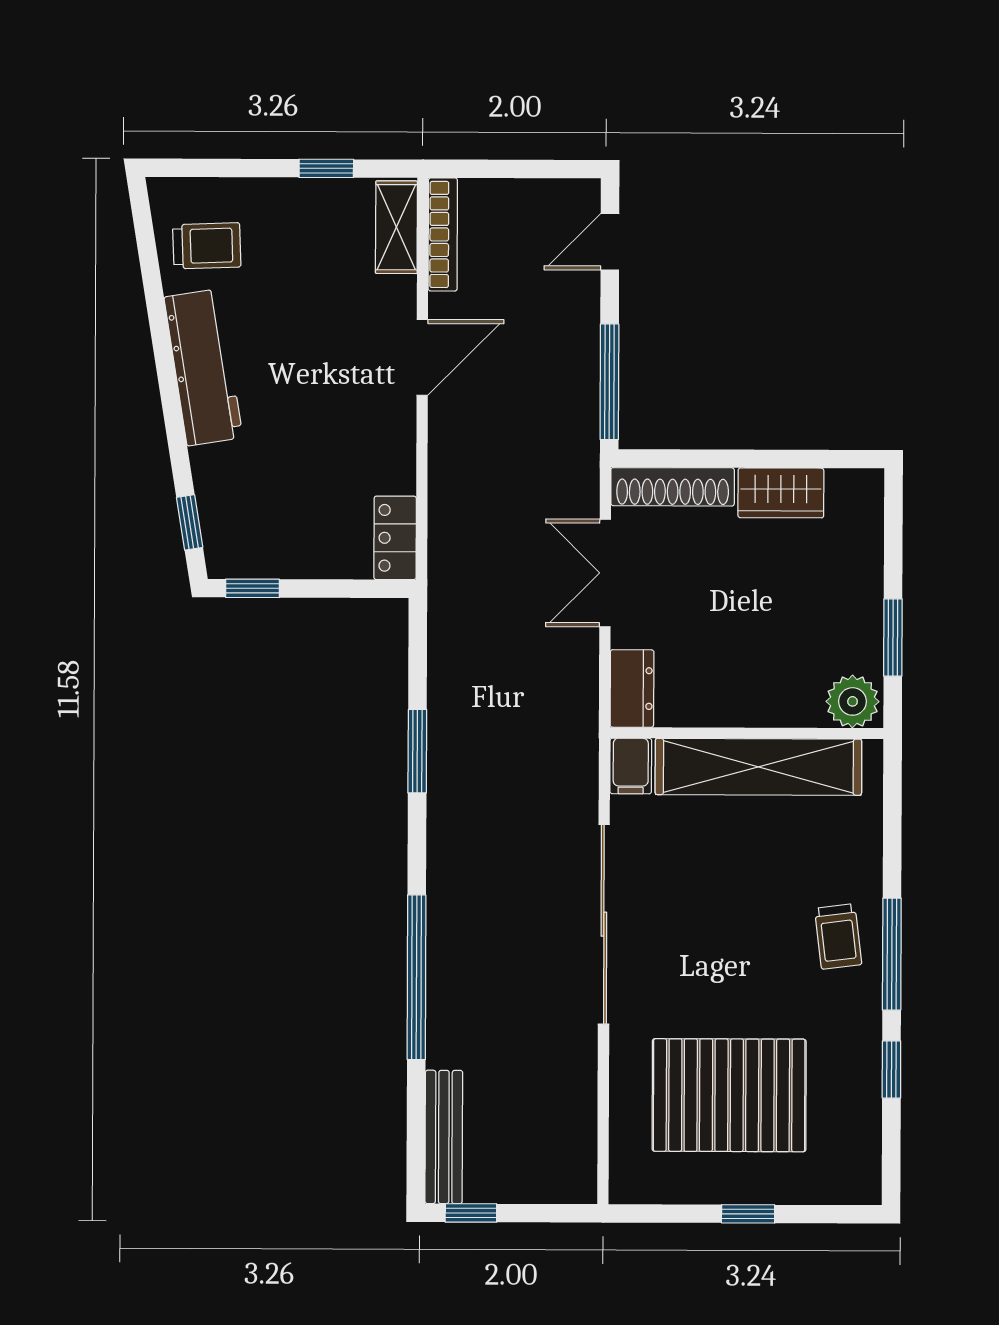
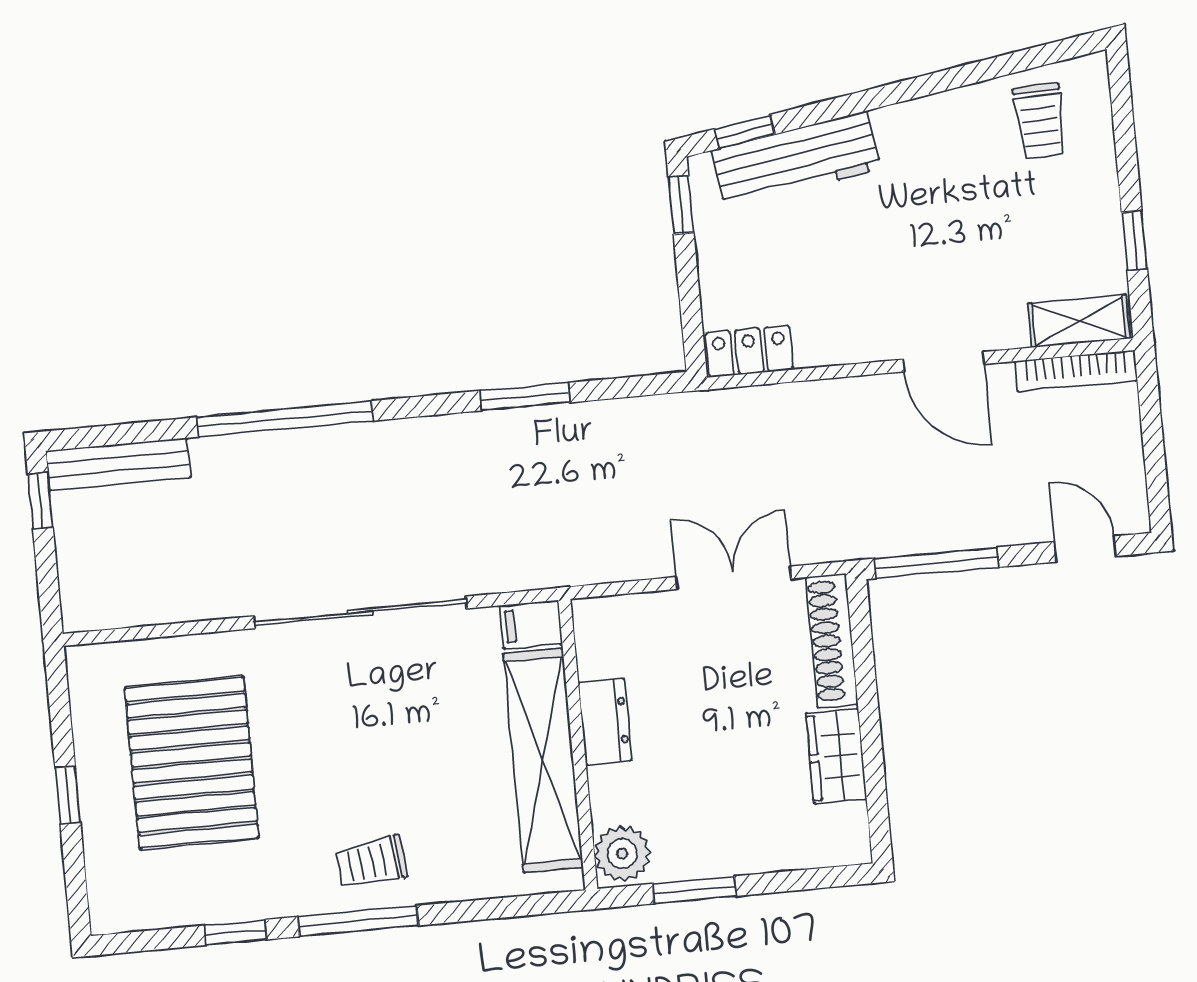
workbench: (203, 367) -> (796, 160), moved
dresser: (632, 688) -> (605, 722), moved, turned -90

